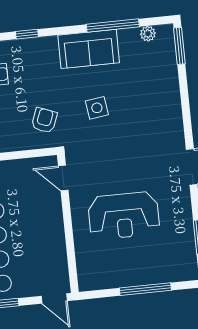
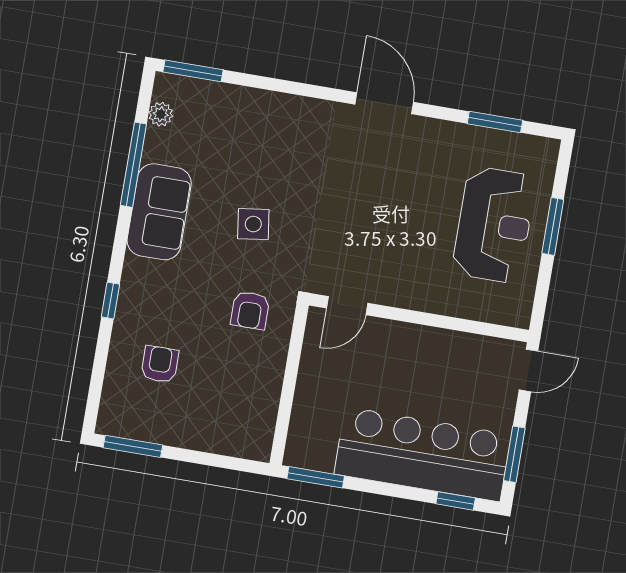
armchair: (44, 120) -> (250, 310), turned -111
reception desk: (124, 216) -> (494, 225), moved
window: (145, 289) -> (553, 226), width x0.69

